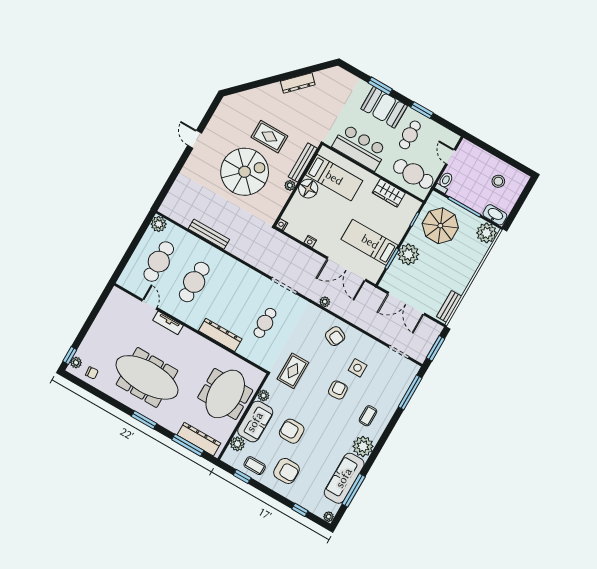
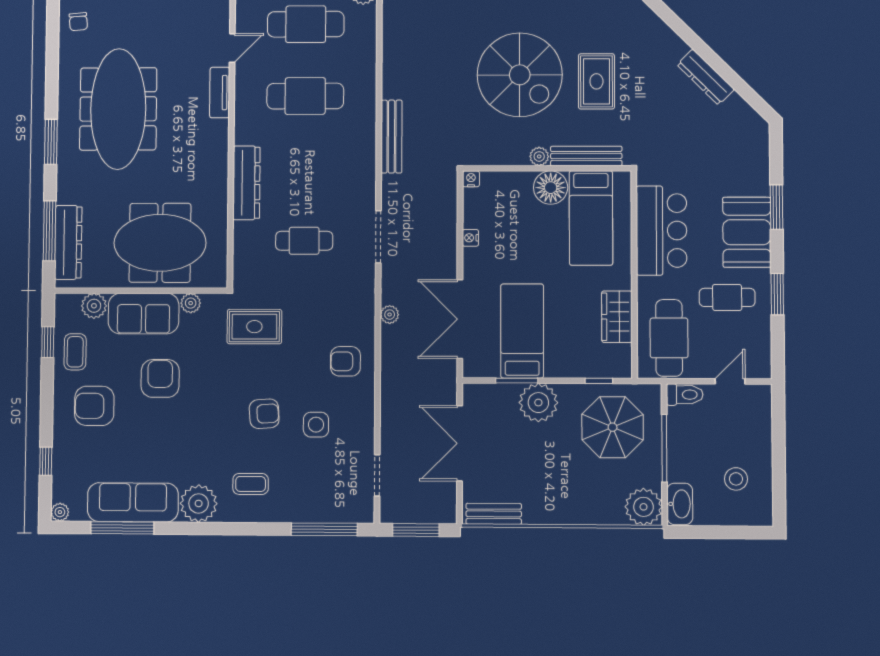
bench: (209, 234) -> (391, 137), moved
armchair: (335, 336) -> (345, 361), turned 66
armchair: (287, 471) -> (94, 406), turned 90

